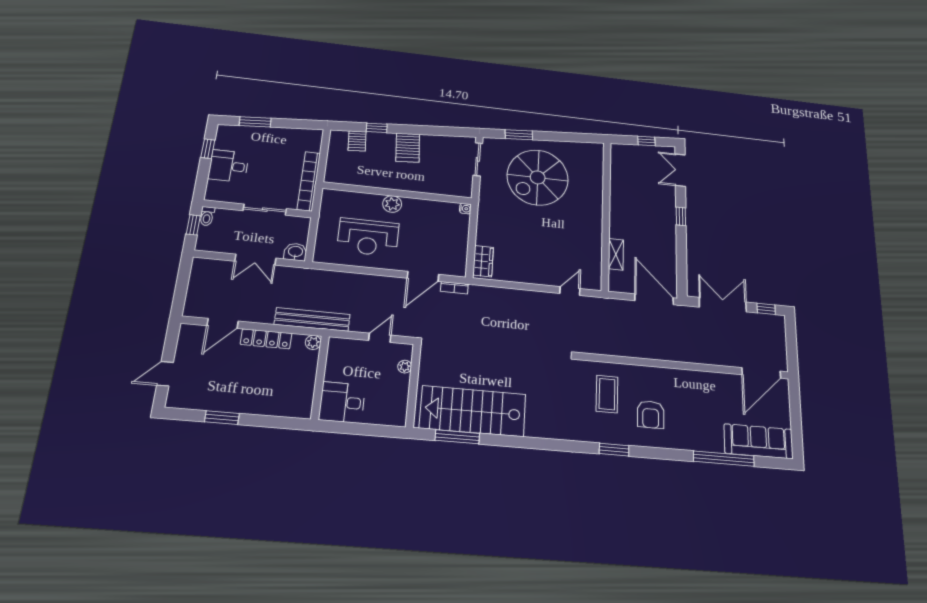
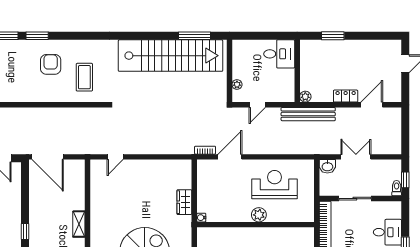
shelving: (616, 254) -> (79, 224), moved
wardrobe: (483, 261) -> (184, 202), moved
locker: (266, 339) -> (346, 96), width x0.66
stairs: (473, 411) -> (171, 56), width x1.36
window: (222, 418) -> (333, 36), moved
window: (614, 450) -> (37, 36), moved

